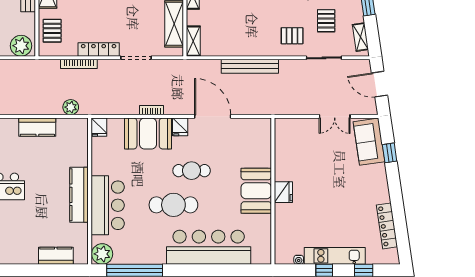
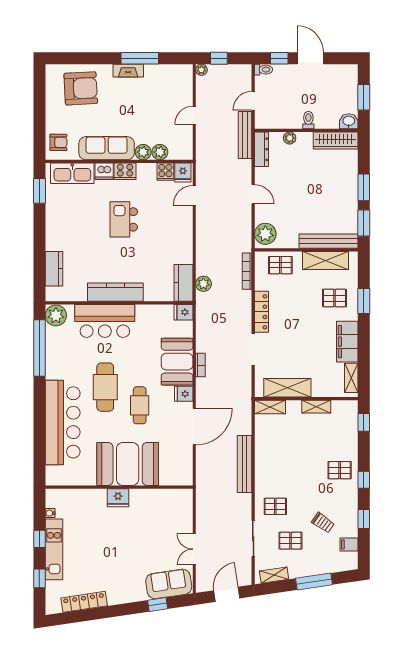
pallet: (292, 36) -> (275, 506), turned 90
bookcase: (79, 64) -> (247, 271), moved
kitchen counter: (37, 127) -> (183, 283), moved
booth: (256, 191) -> (128, 464), width x1.36, depth x1.42

